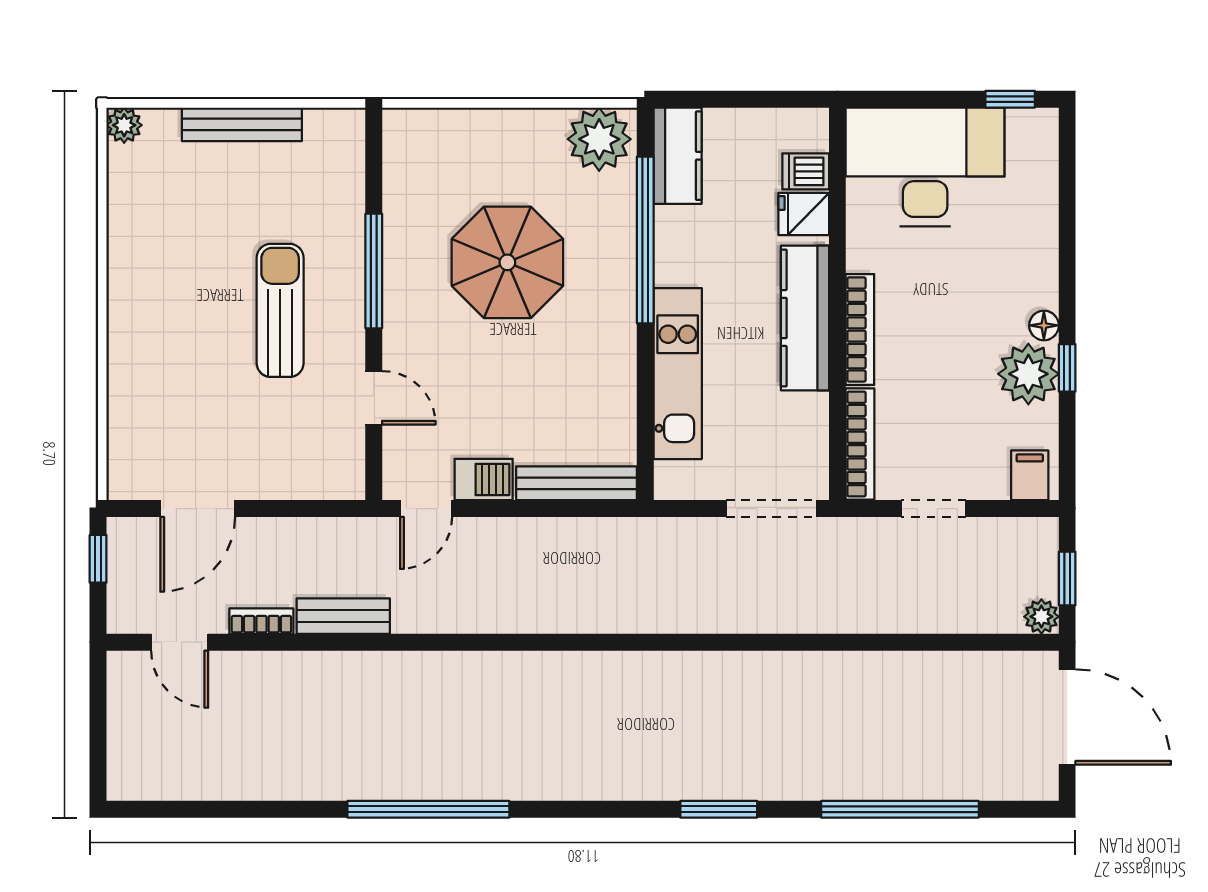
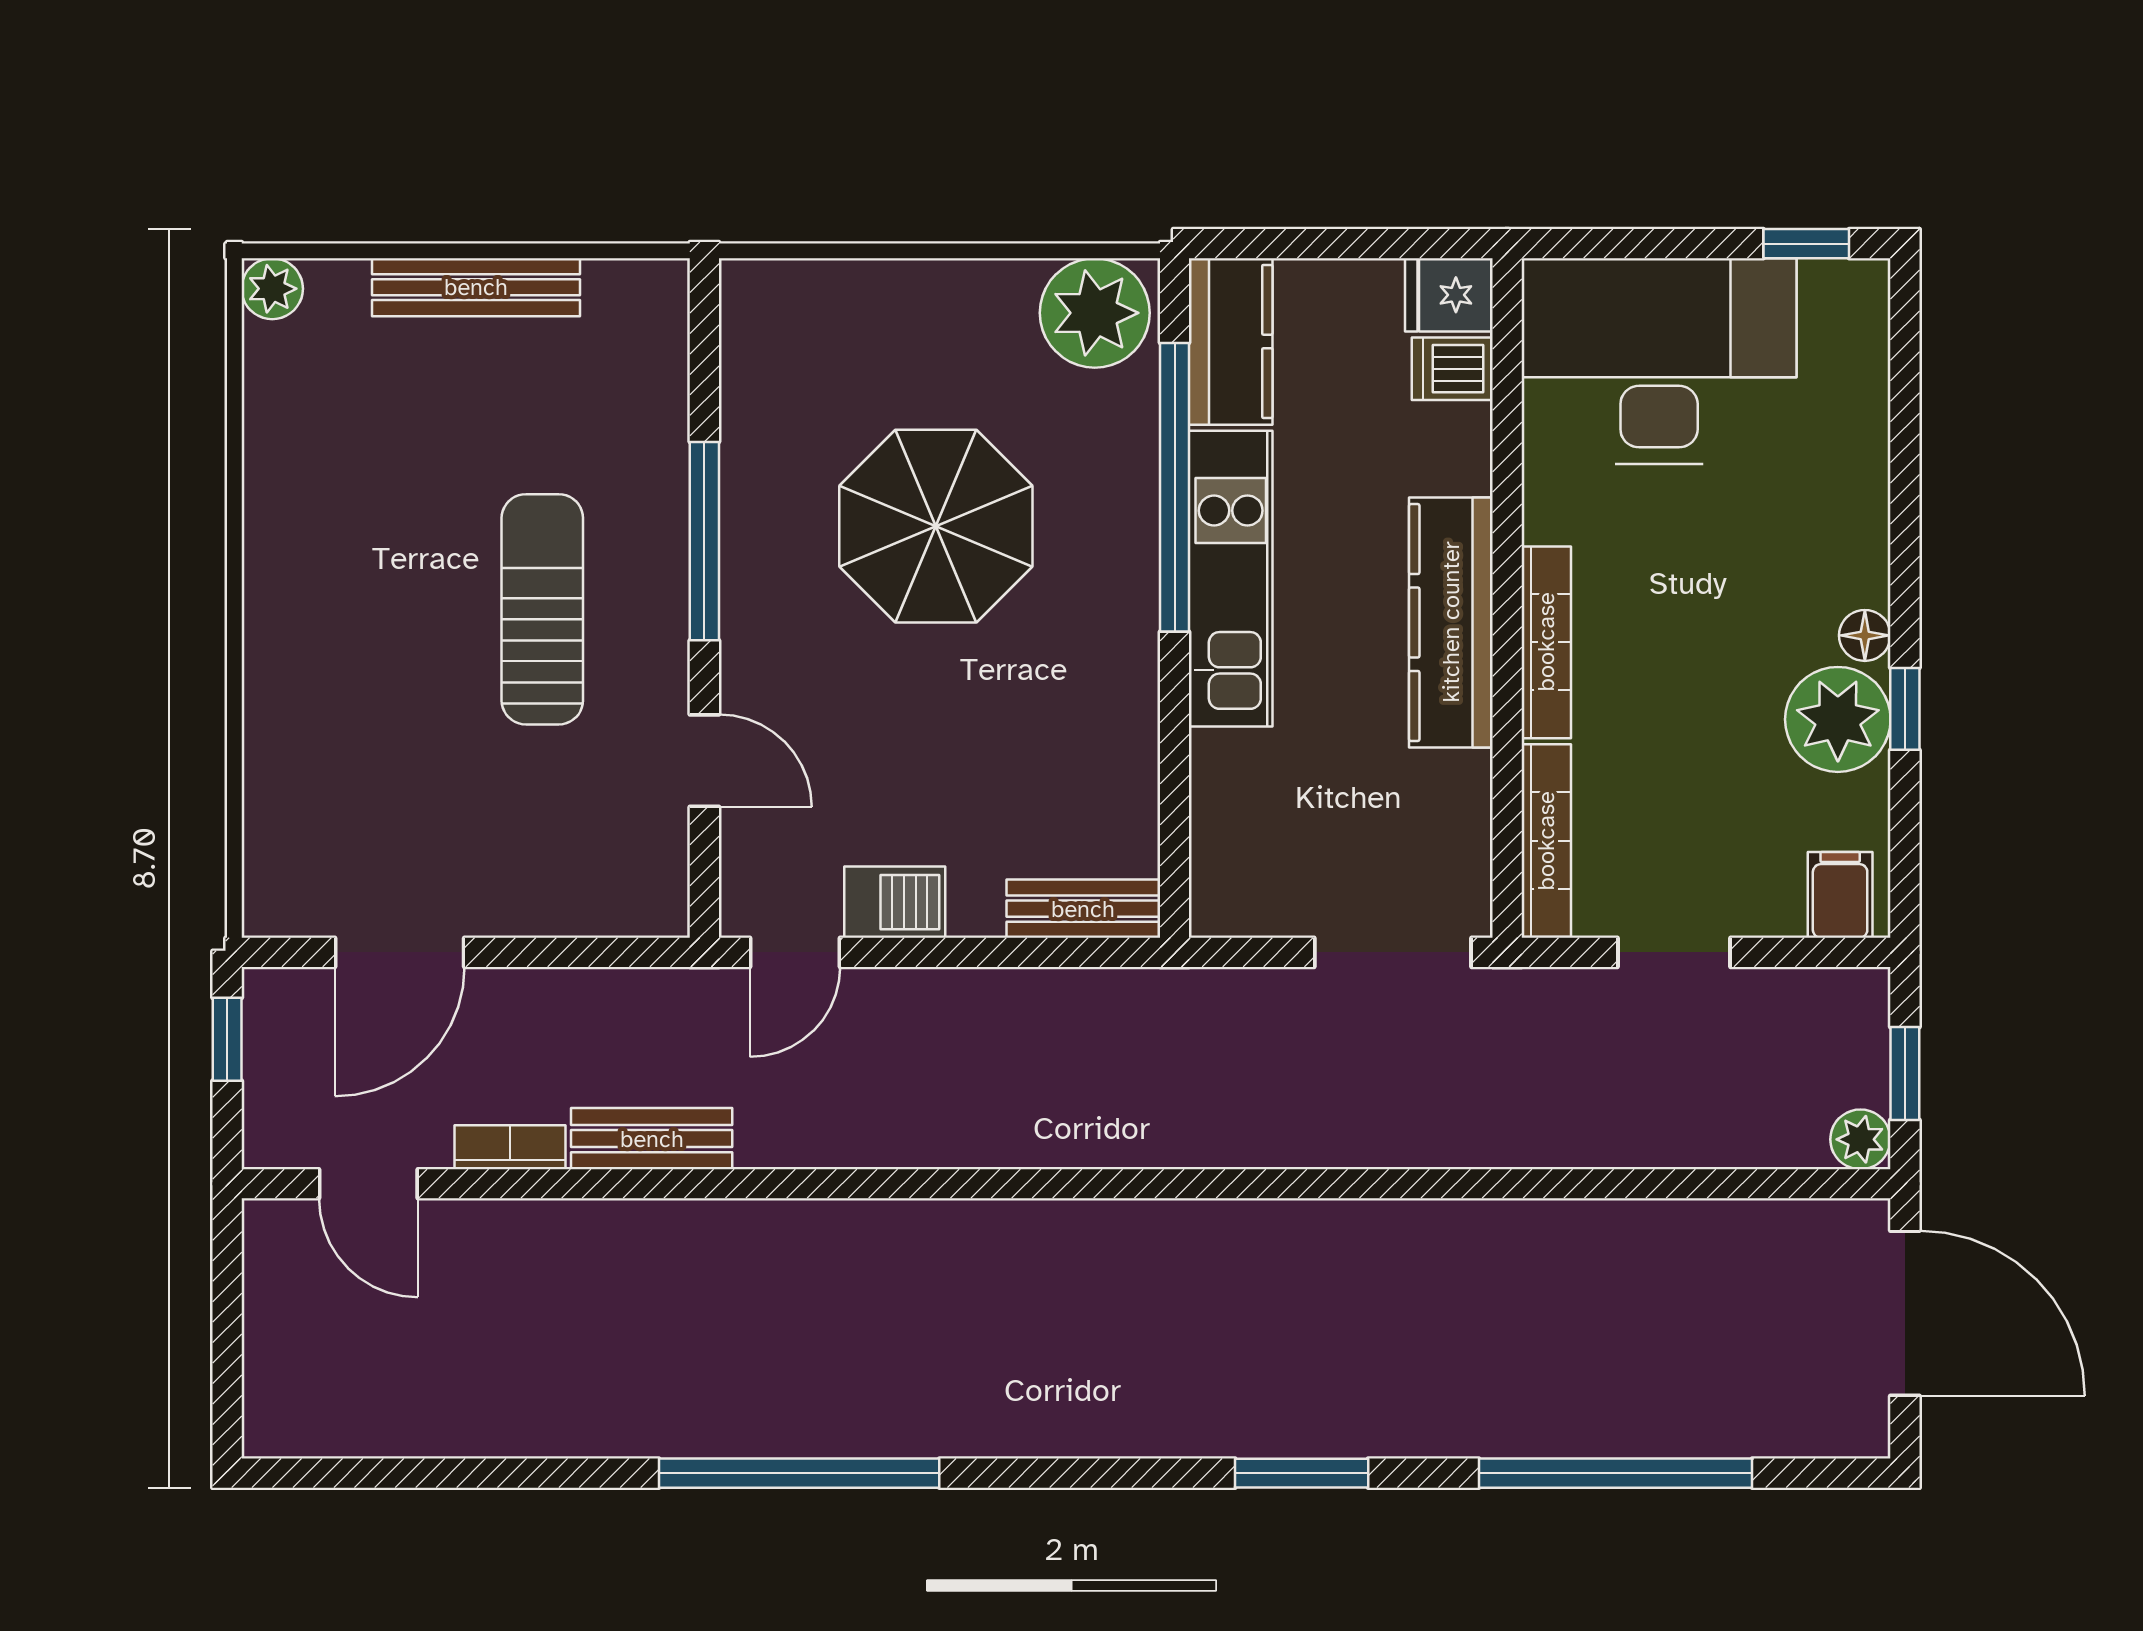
fridge: (804, 214) -> (1449, 295), moved
kitchen unit: (678, 374) -> (1231, 579), moved
bench: (576, 483) -> (1083, 909), width x0.73

